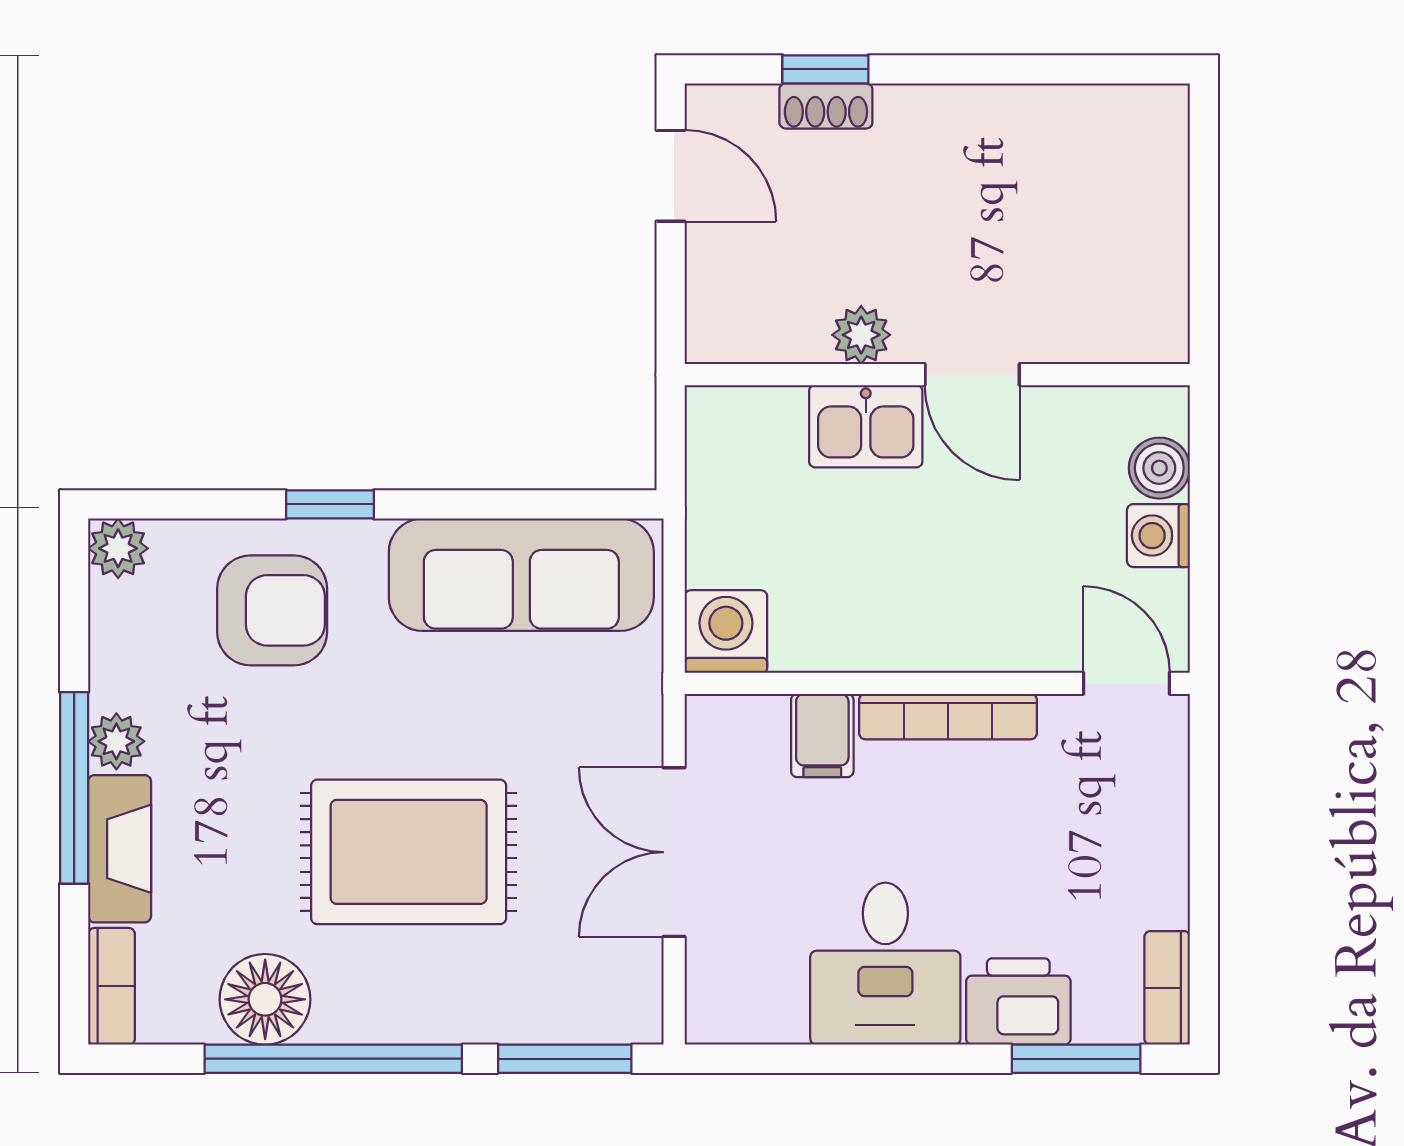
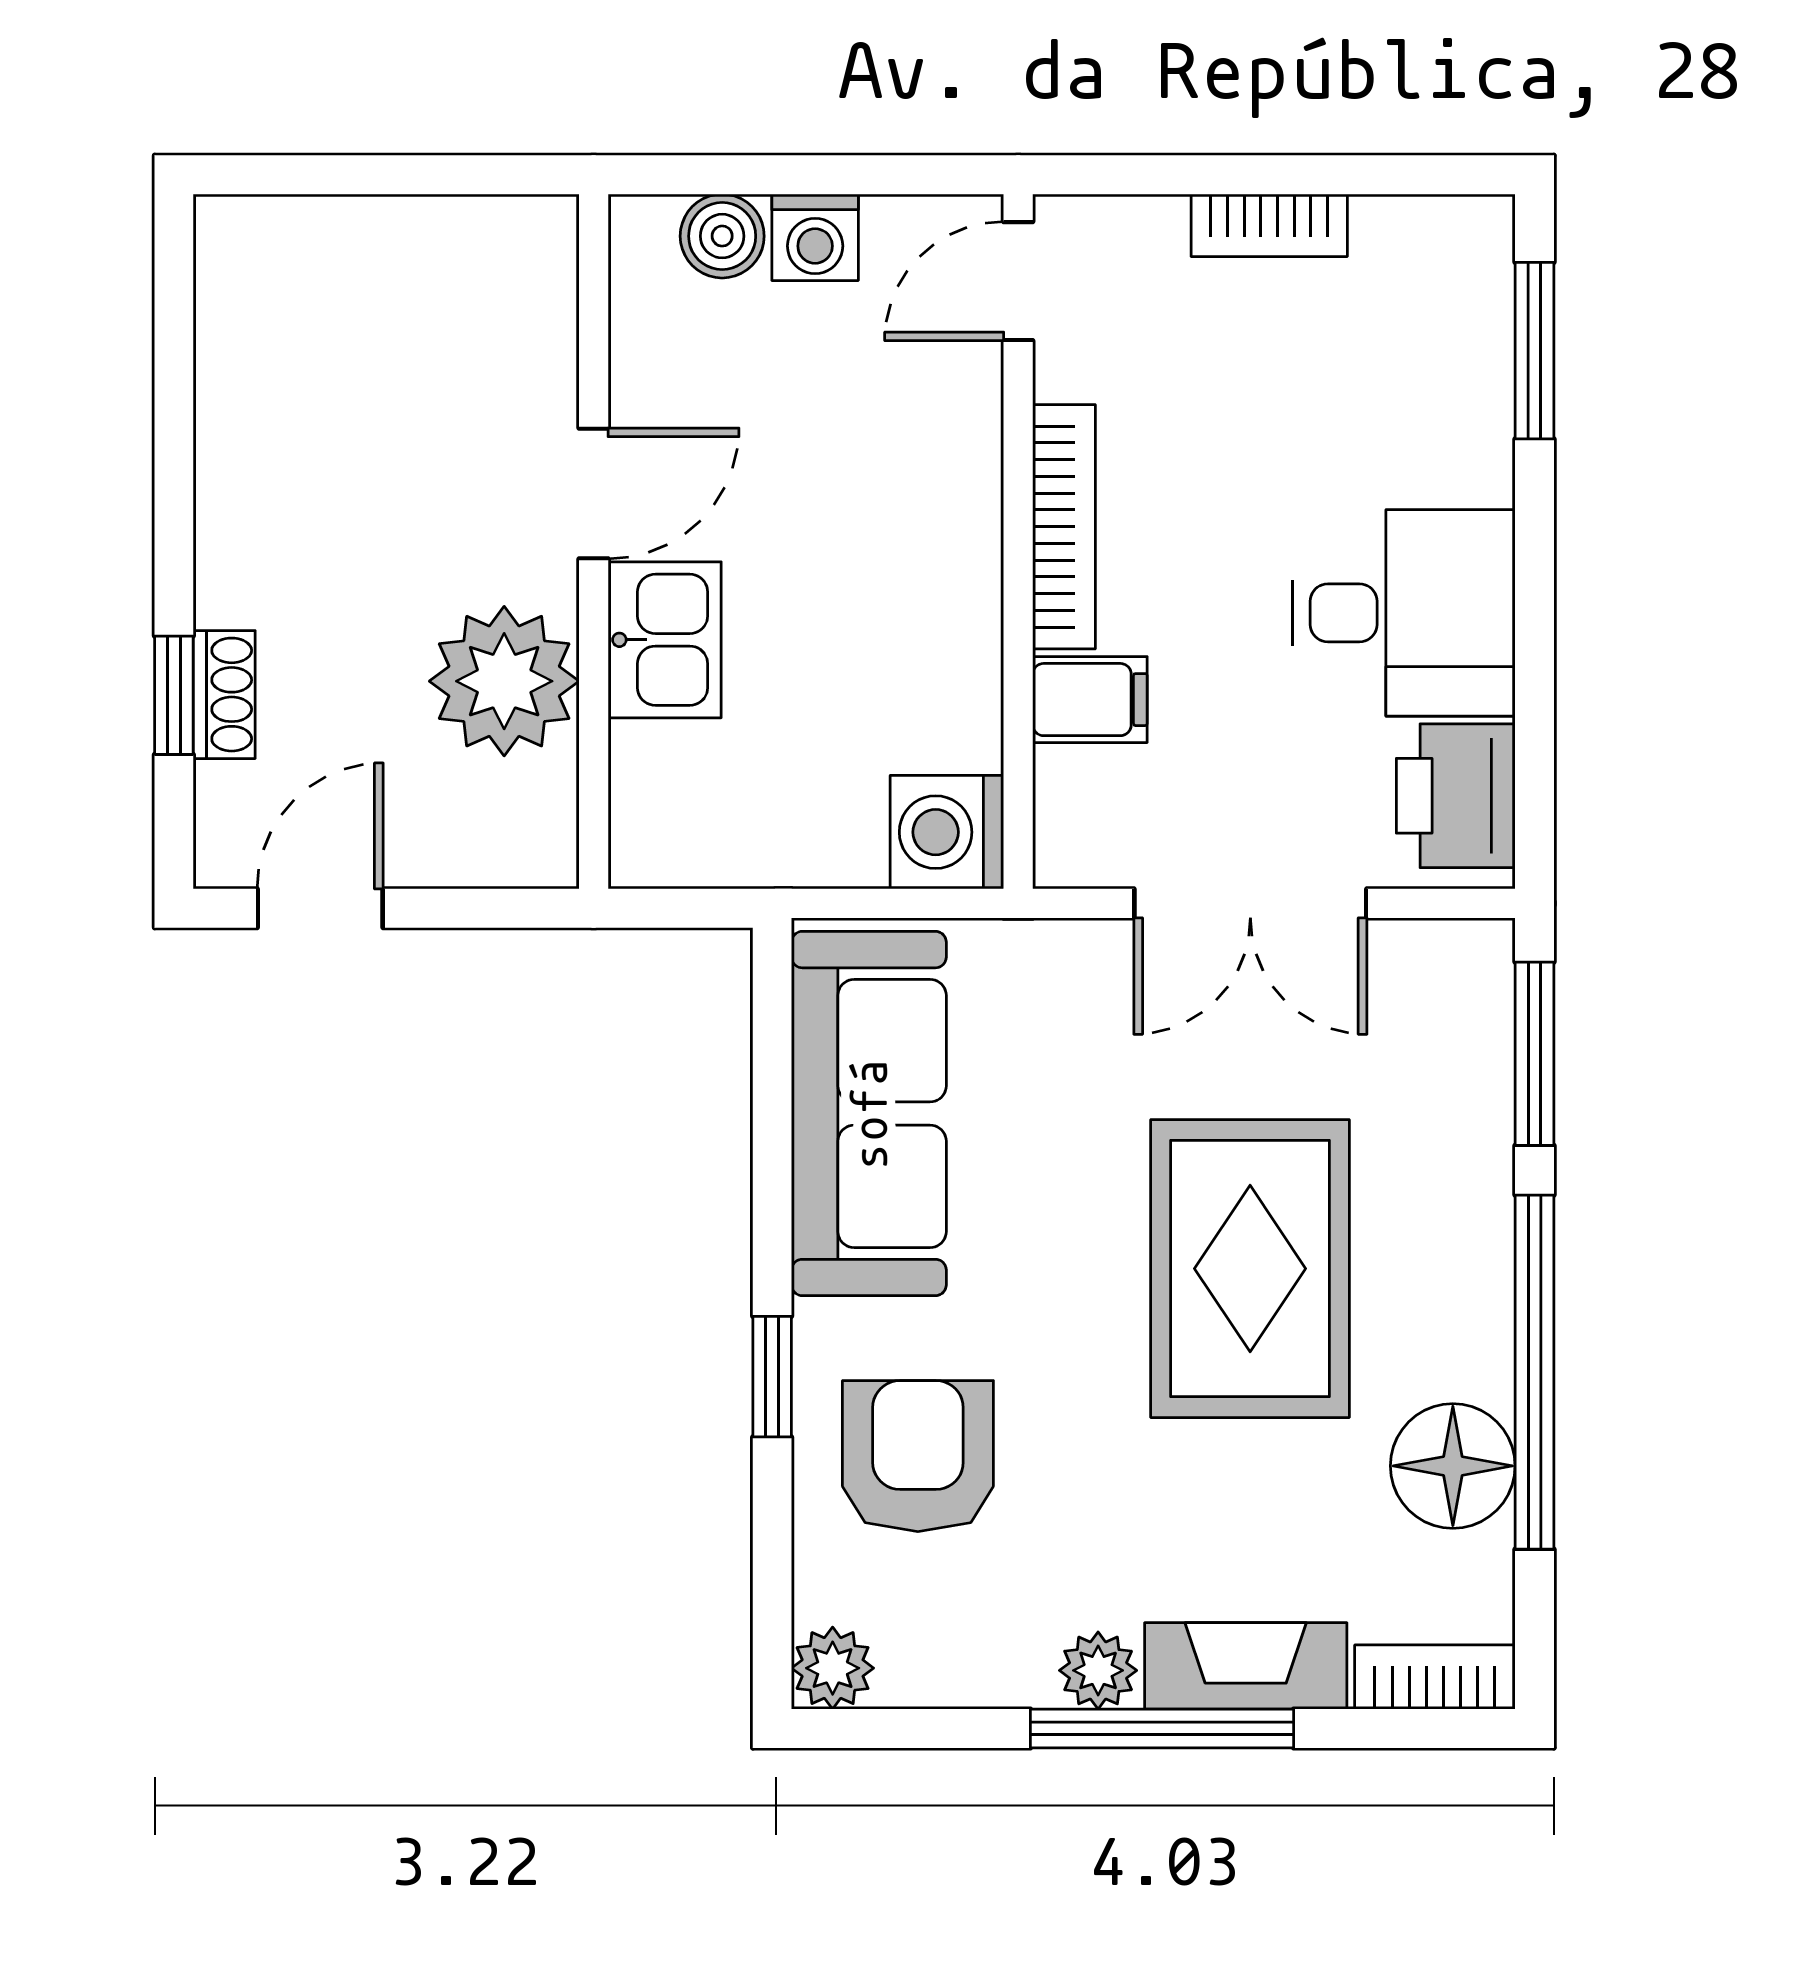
plant: (861, 335) -> (504, 681), width x1.88, depth x1.88
bookcase: (1167, 988) -> (1269, 225), moved
printer: (1018, 1001) -> (1456, 796), moved

